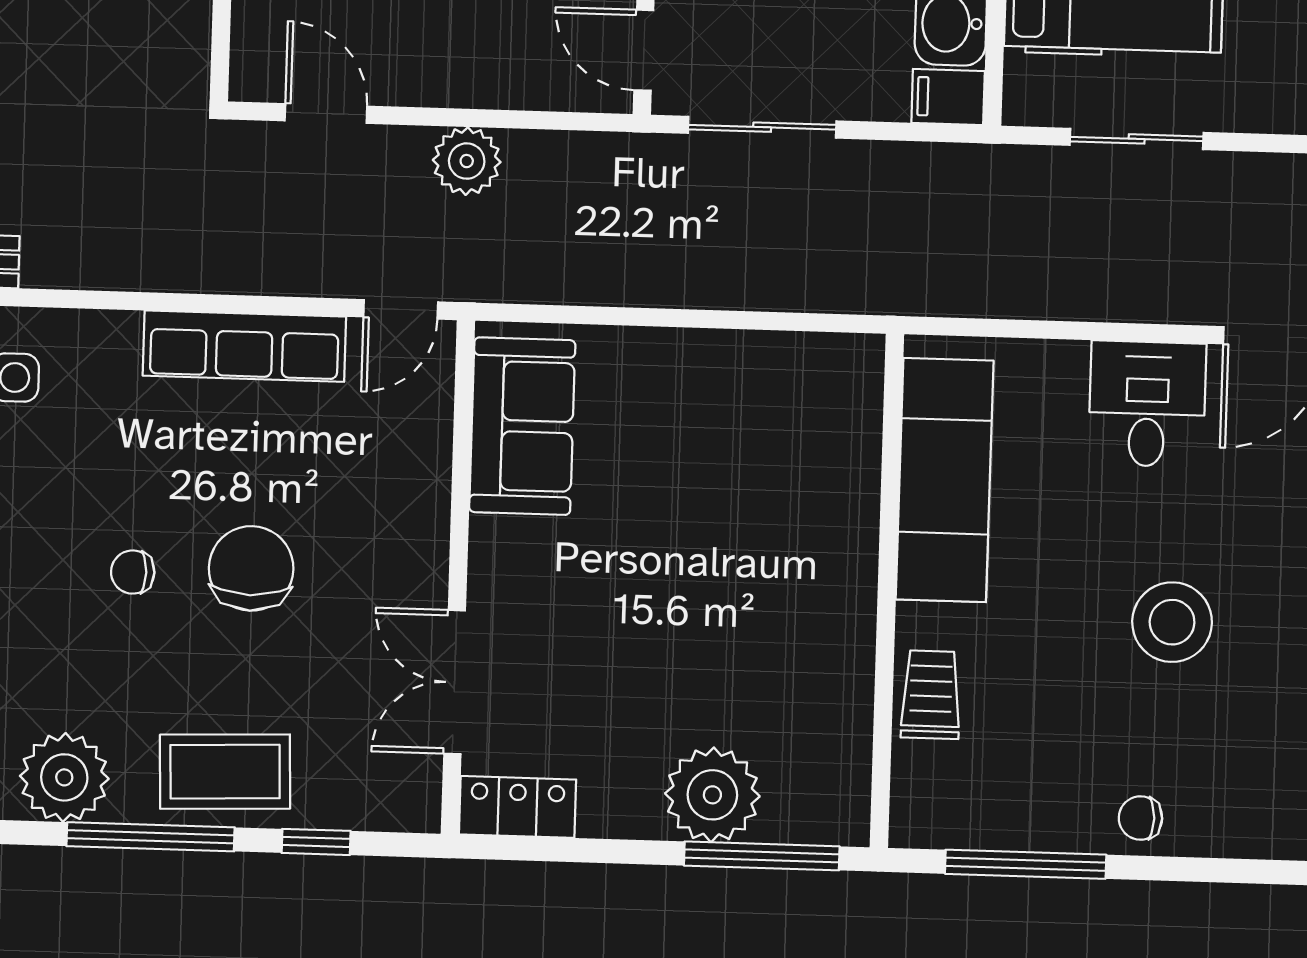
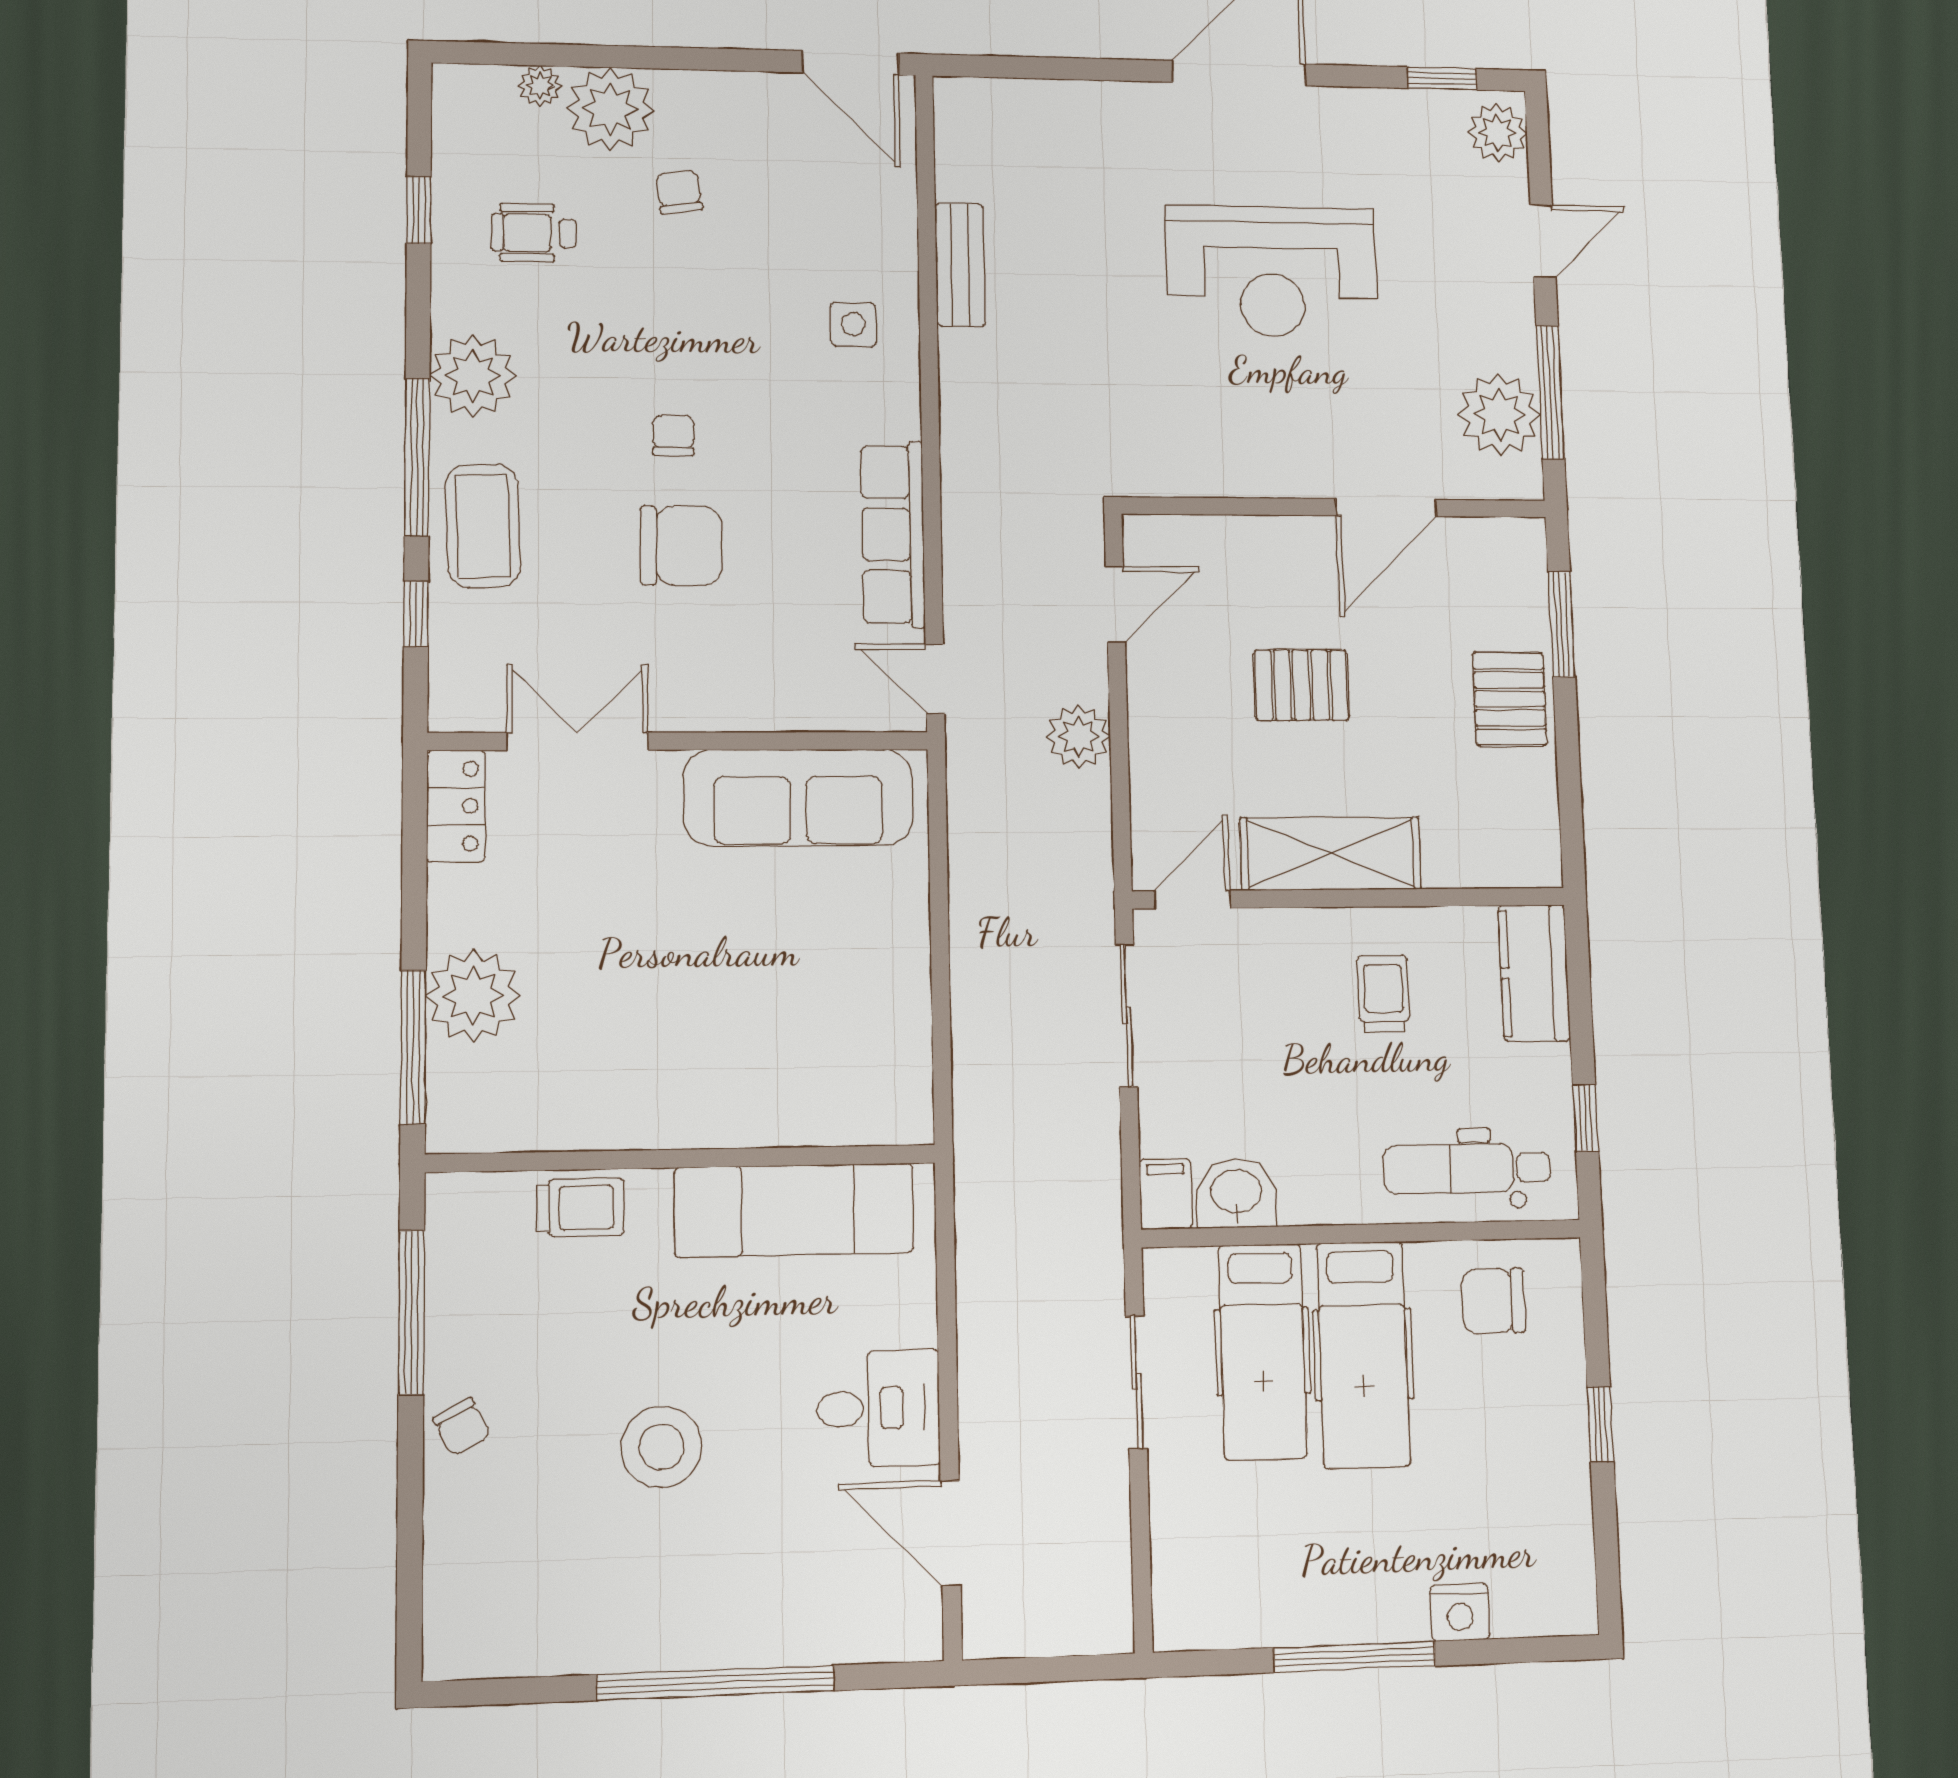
sofa: (522, 426) -> (798, 798), width x1.36
chair: (1140, 818) -> (462, 1427), turned 152

